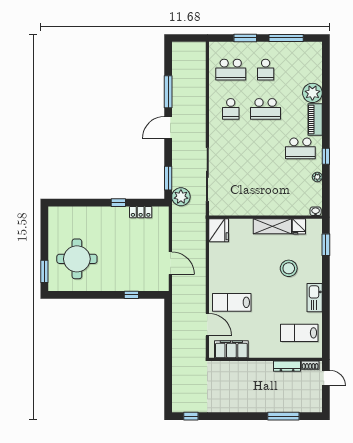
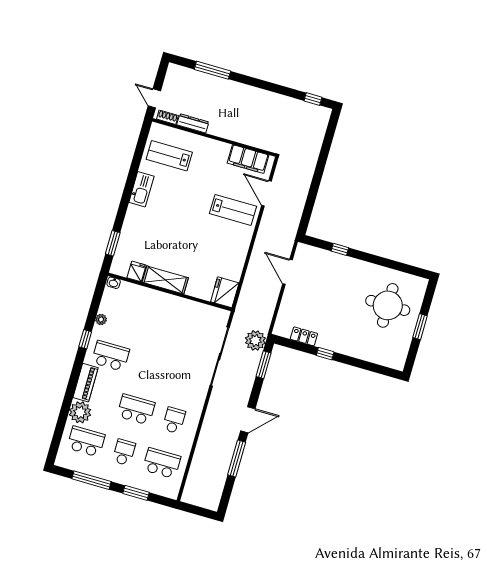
school desk: (300, 70) -> (86, 441), added
stool: (289, 268) -> (161, 229), removed
window: (44, 271) -> (420, 327), moved
lab bench: (299, 333) -> (169, 156), turned 180

